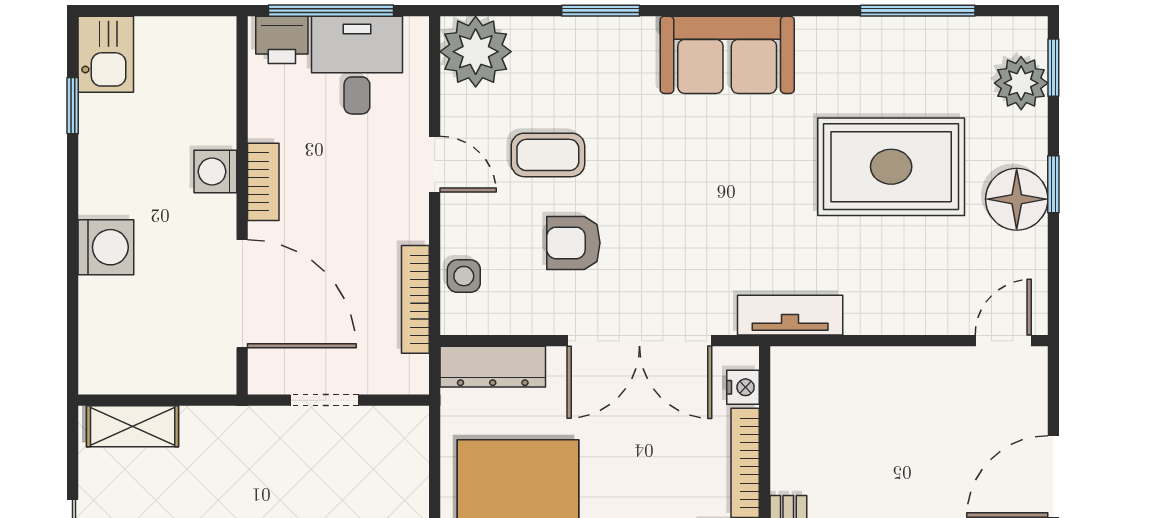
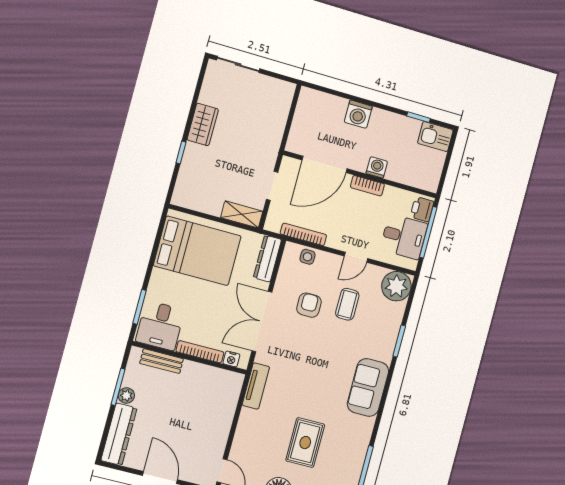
rug: (891, 167) -> (305, 443), width x0.73, depth x0.70
shelving: (133, 426) -> (242, 214), moved, turned 90

